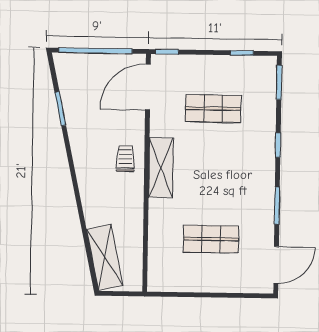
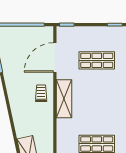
door: (148, 87) -> (55, 57), moved

